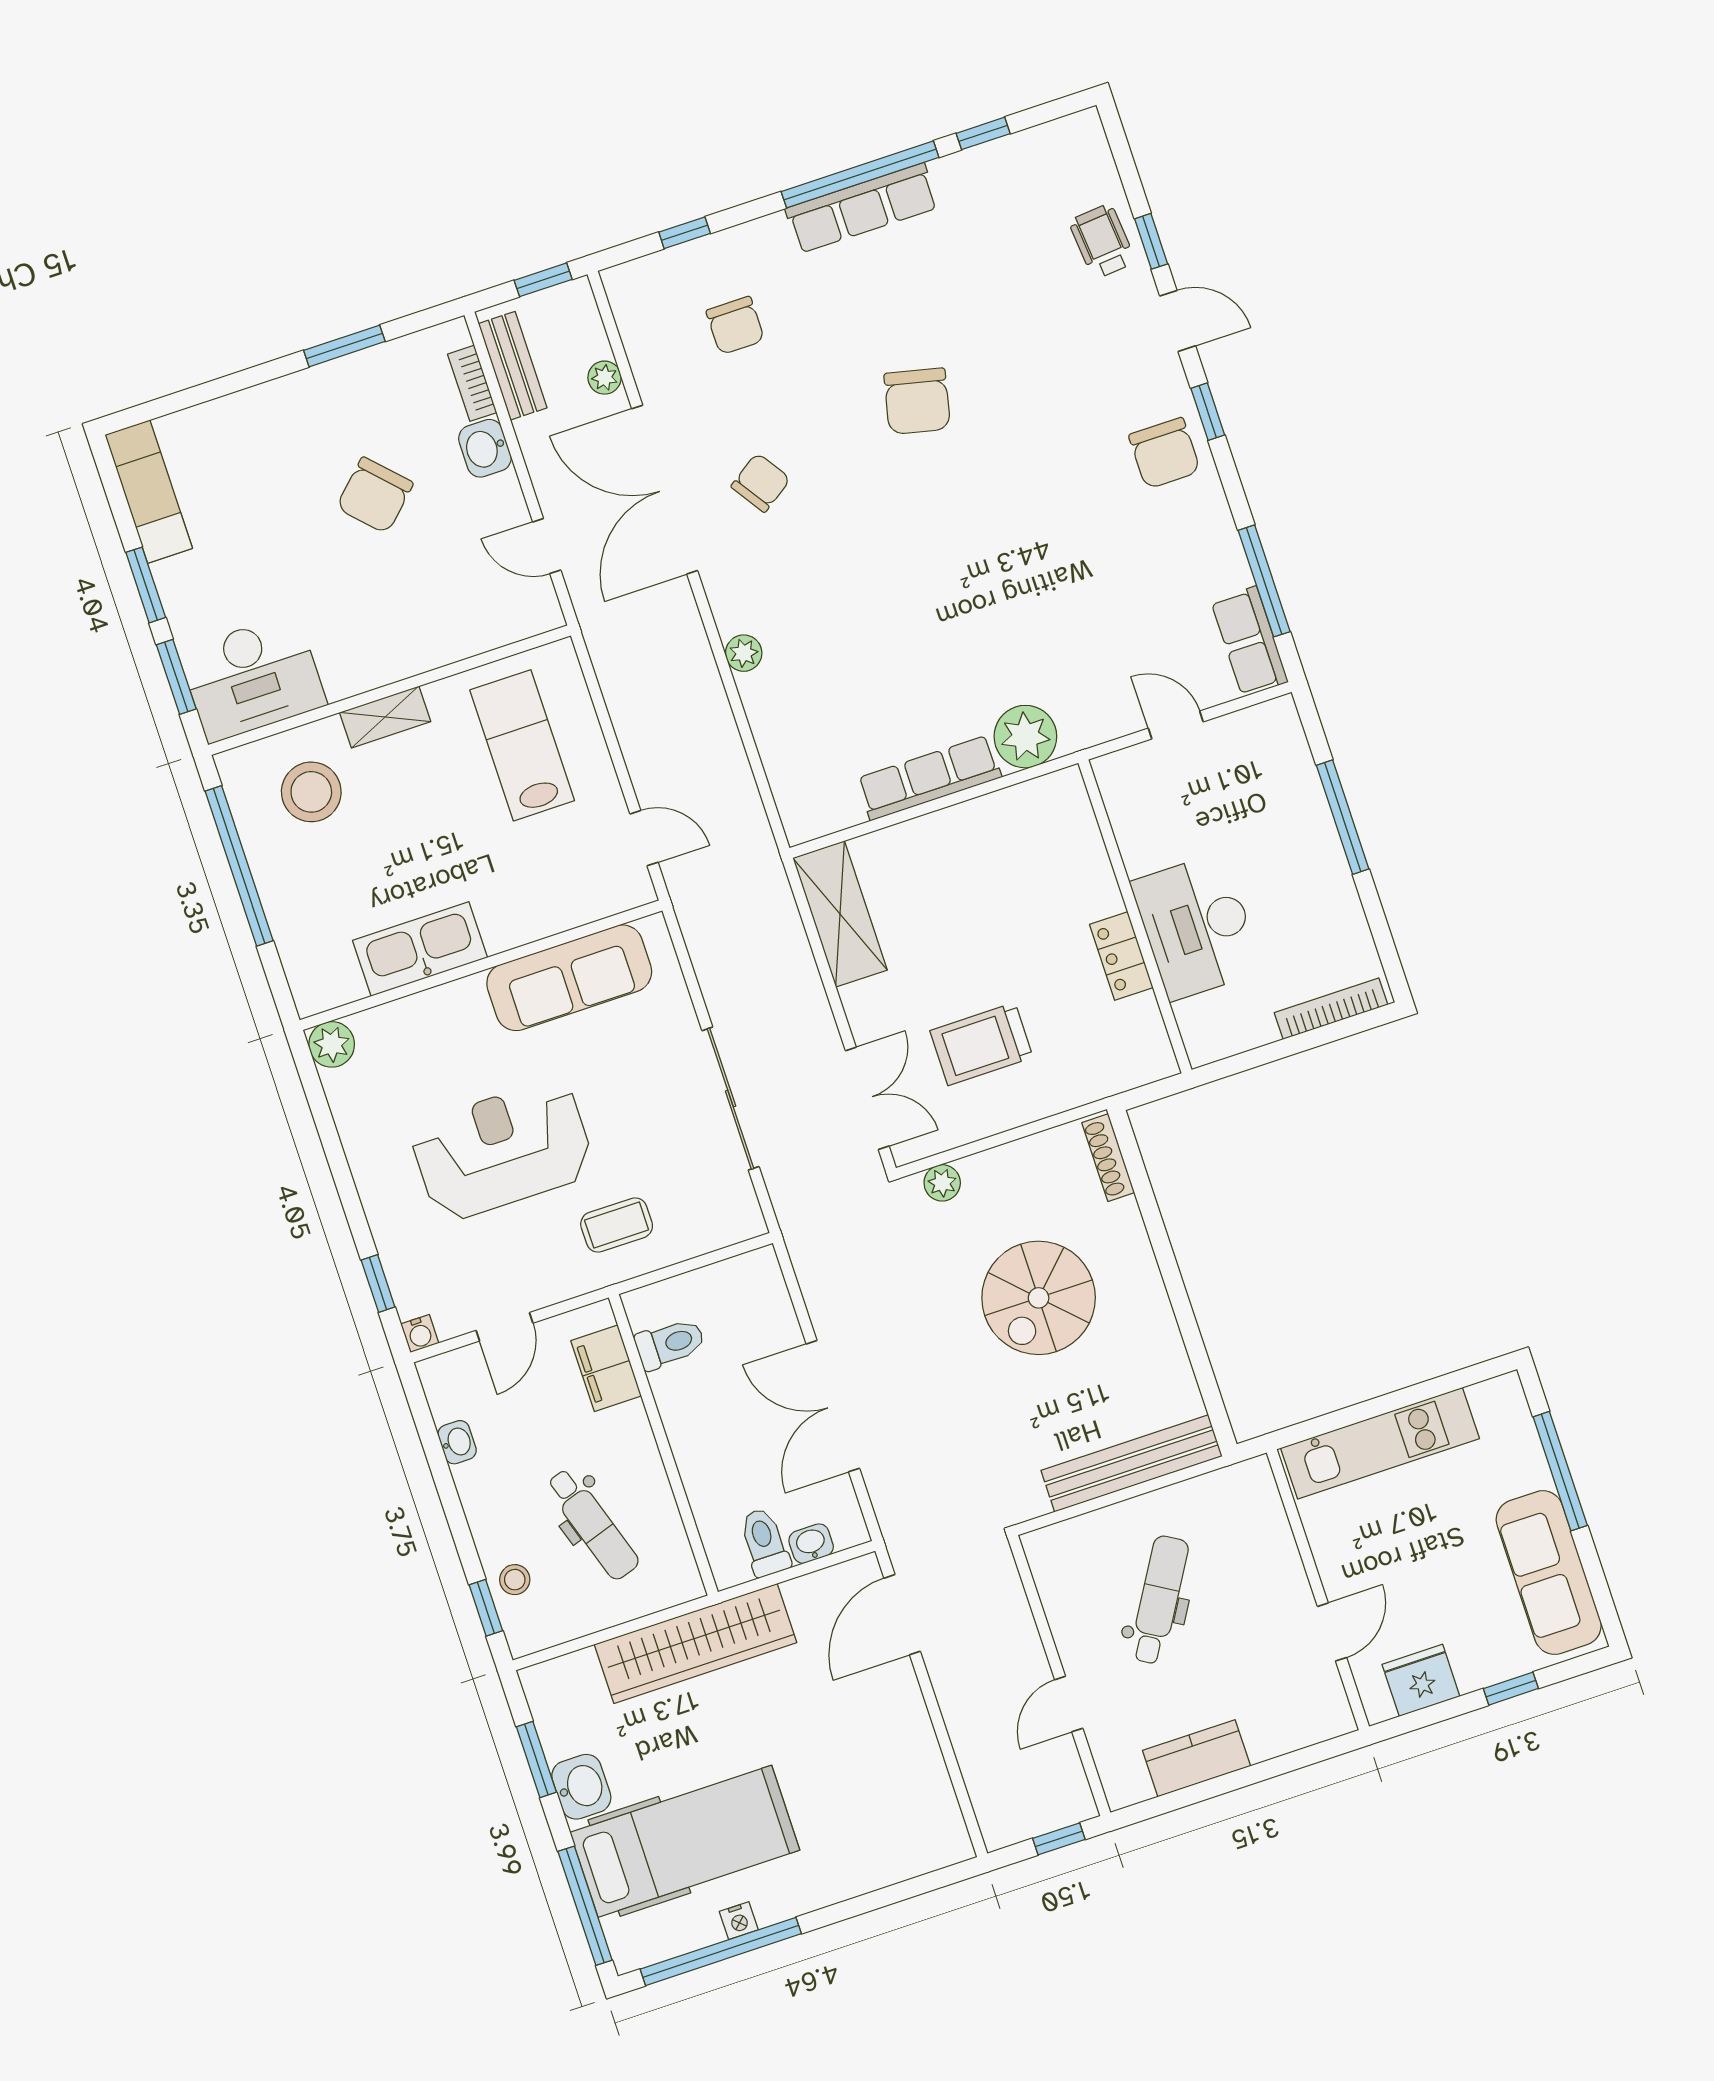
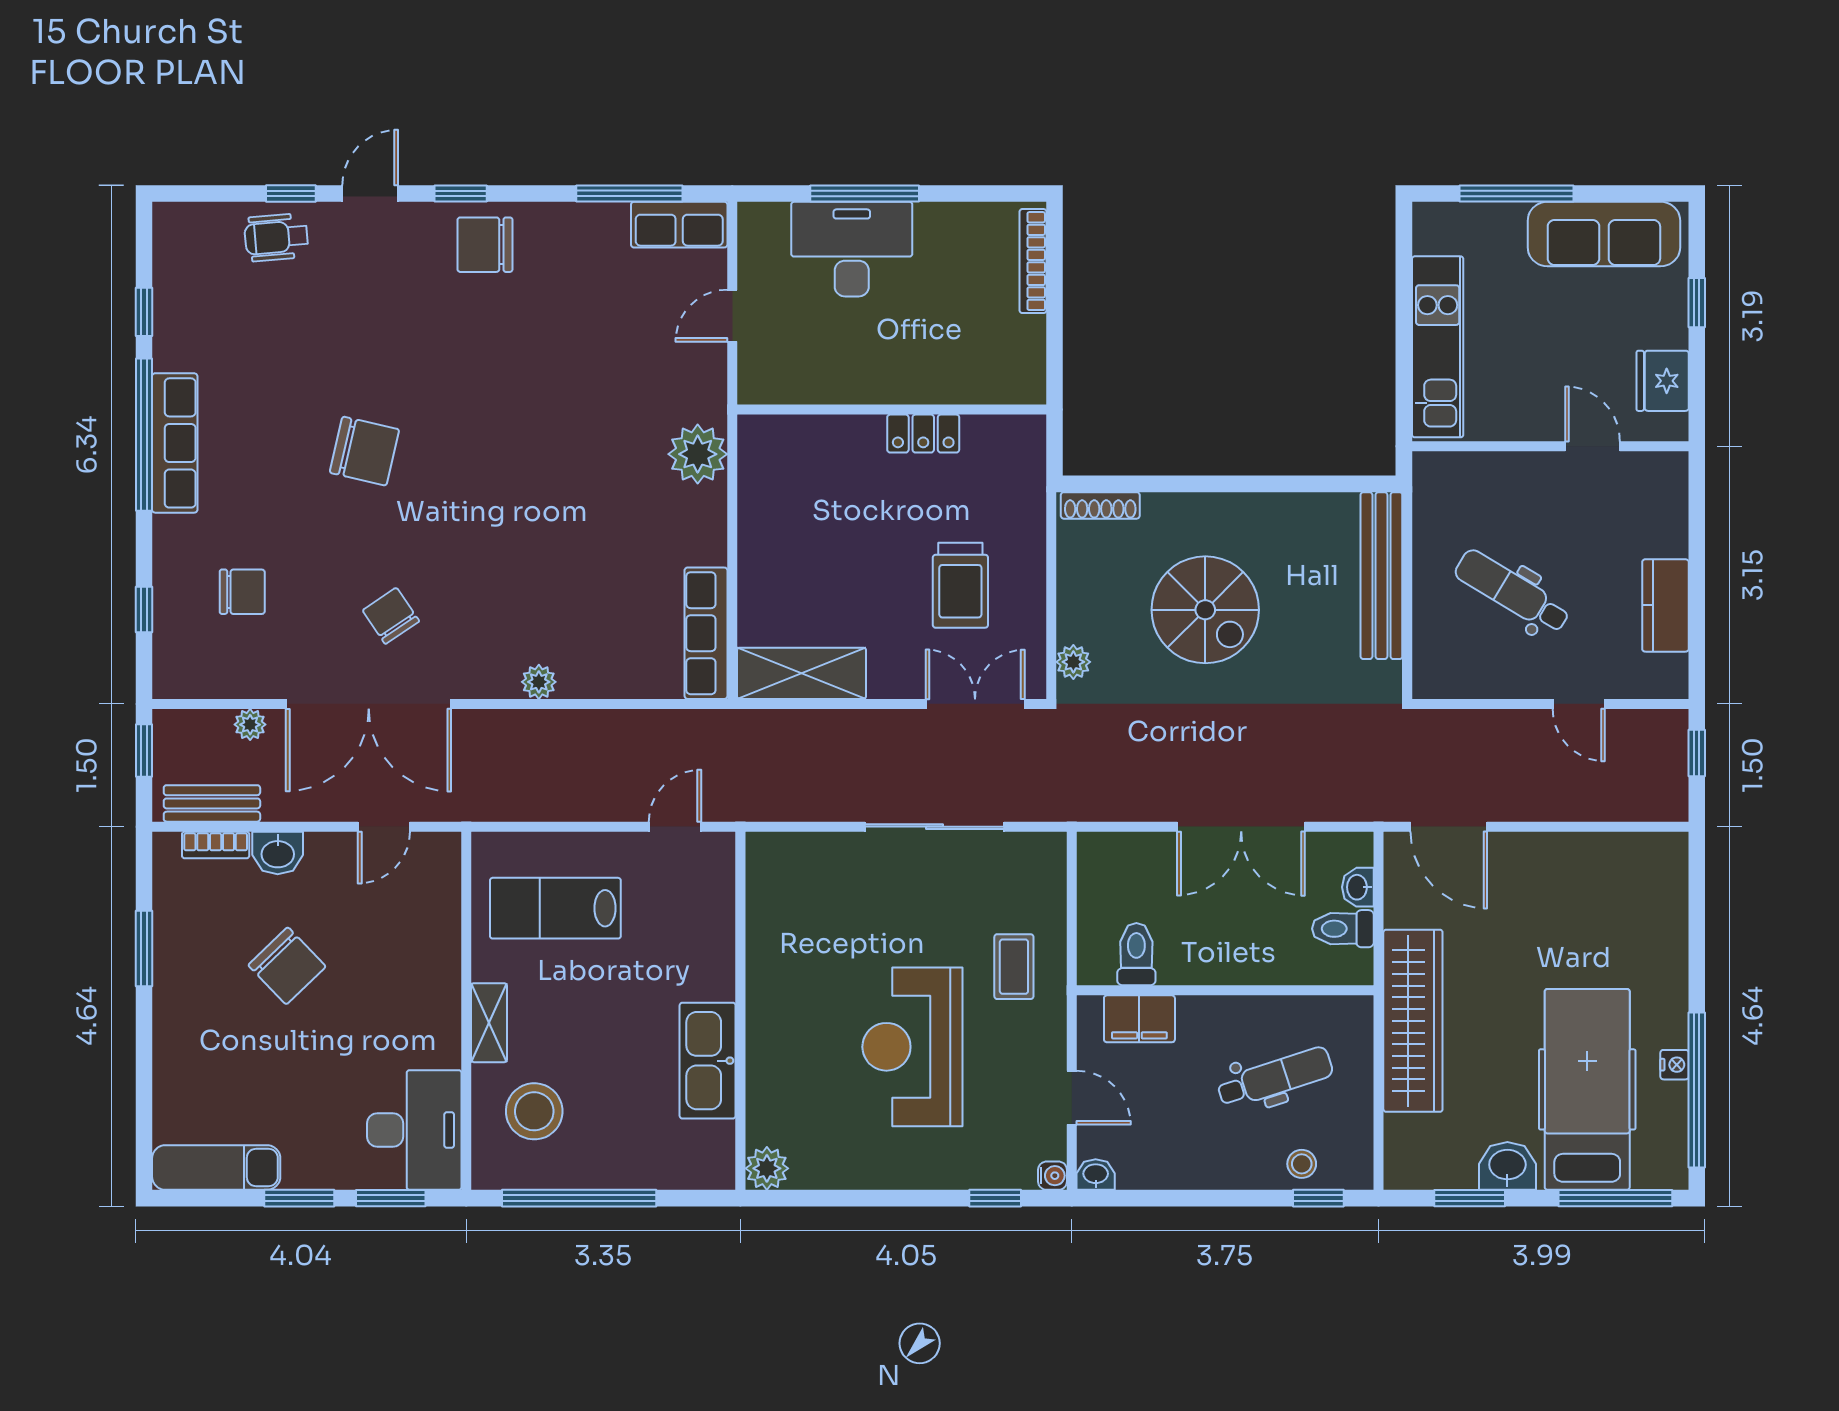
chair: (1164, 453) -> (485, 245), turned 180
row of seats: (929, 778) -> (706, 633), moved
desk: (1197, 926) -> (852, 249), moved, turned 180
sofa: (569, 978) -> (778, 935), removed
washbasin: (457, 1442) -> (1096, 1175), moved

